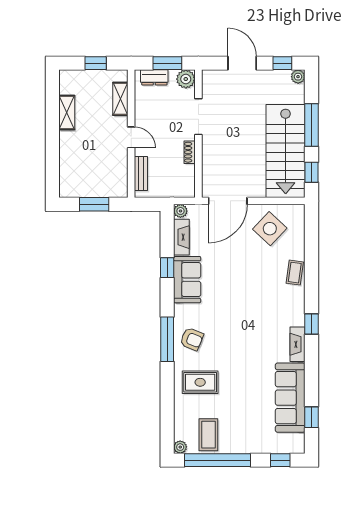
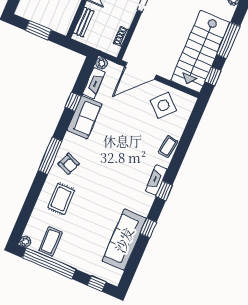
shoe rack: (190, 152) -> (121, 36), moved
fireplace: (298, 344) -> (156, 180), moved
rug: (200, 382) -> (61, 199), turned 90
window: (312, 417) -> (148, 228), moved

